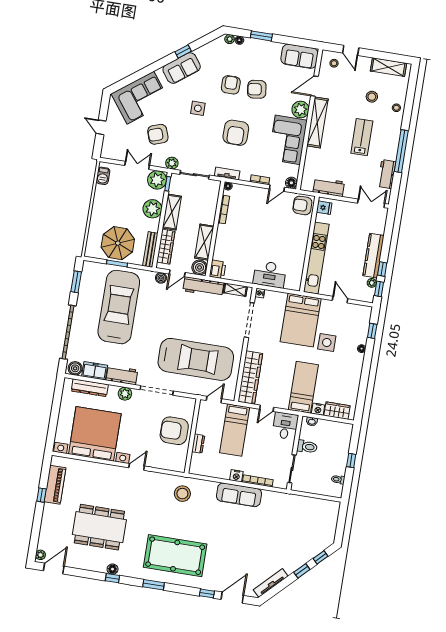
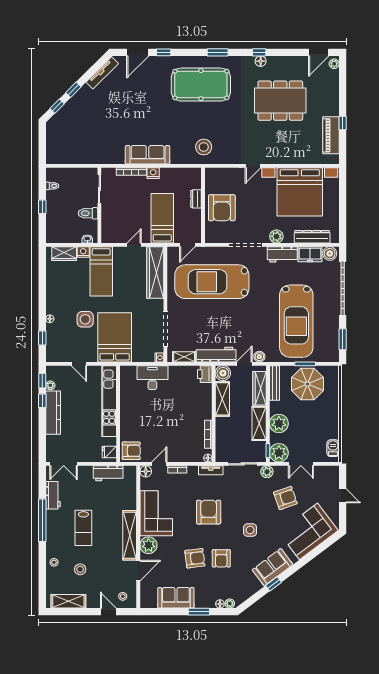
sofa: (299, 56) -> (176, 598), moved
desk: (285, 426) -> (113, 230), removed
armchair: (174, 431) -> (222, 208), turned 90

